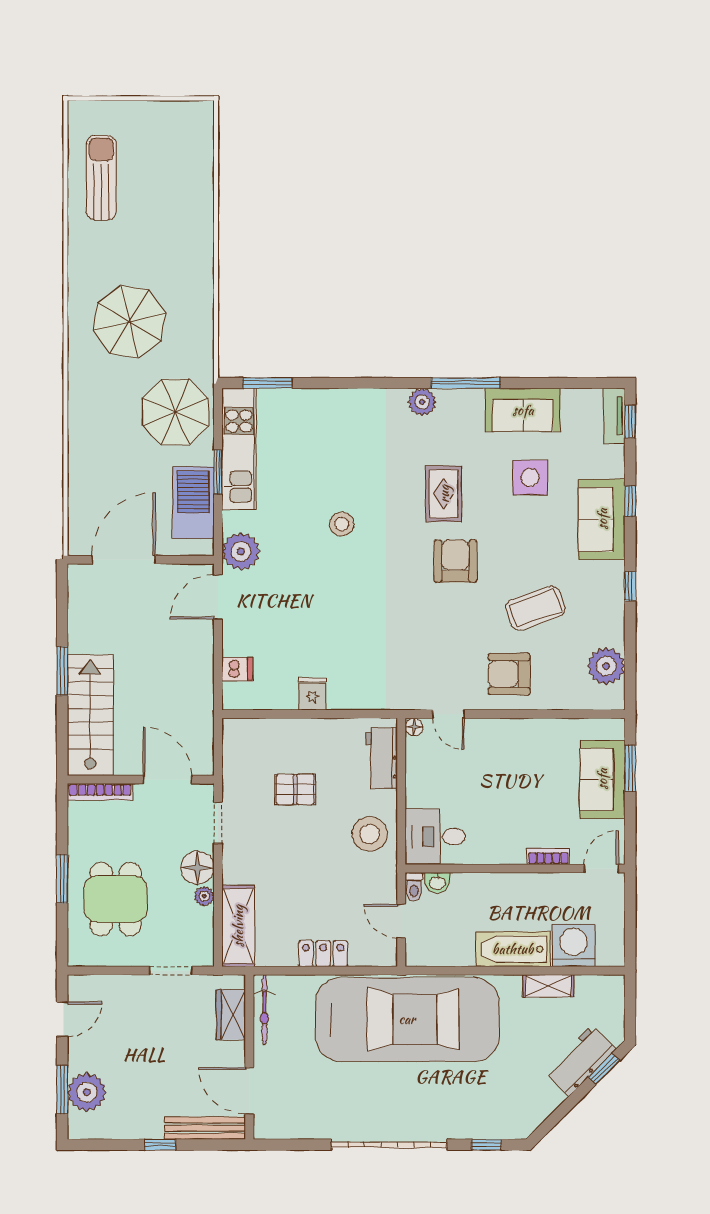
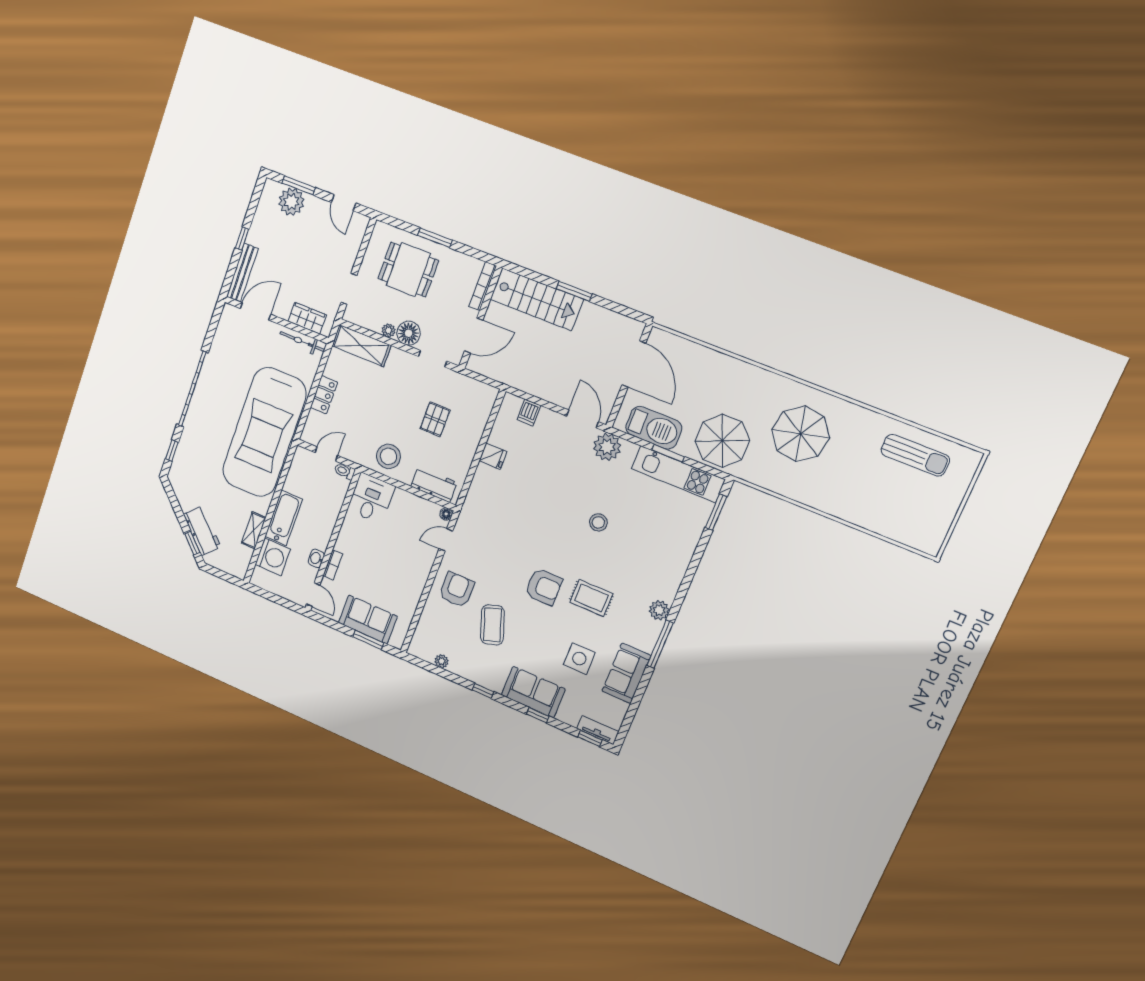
plant: (606, 666) -> (441, 661), width x0.53, depth x0.53
washbasin: (437, 883) -> (316, 558), moved

